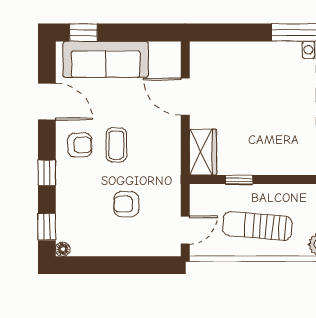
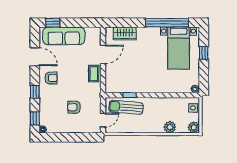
door: (185, 97) -> (103, 54), swing flipped
coffee table: (116, 145) -> (94, 74), moved
wardrobe: (203, 152) -> (125, 34), moved, turned 90
sun lounger: (257, 226) -> (126, 107), moved

